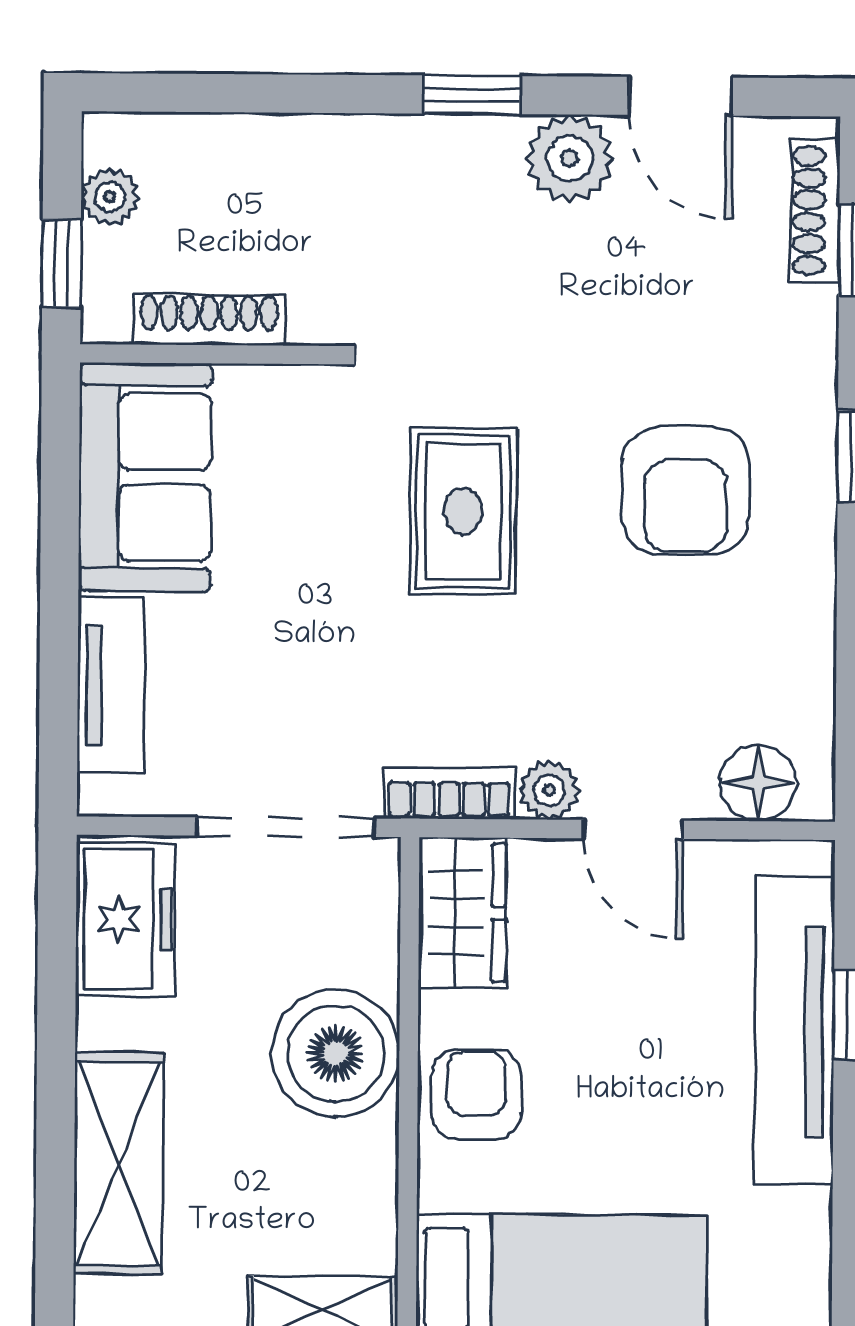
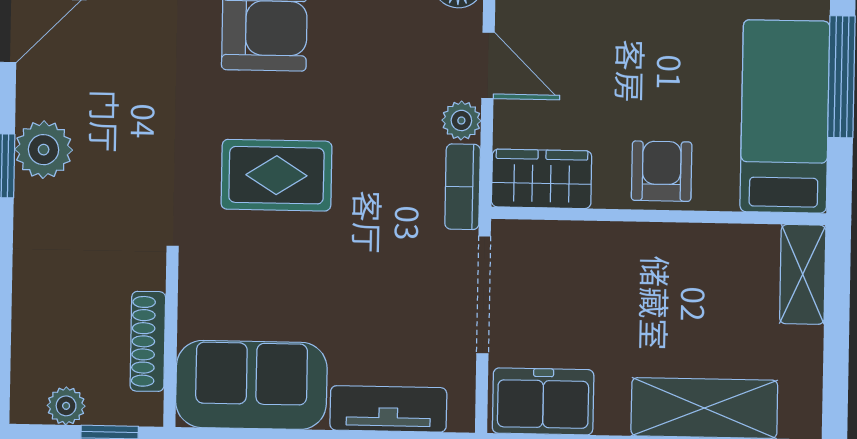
plant: (569, 158) -> (44, 150), moved
door: (633, 829) -> (488, 65), hinge flipped
boiler: (336, 1053) -> (633, 264), removed
armchair: (476, 1094) -> (662, 171), turned 90

